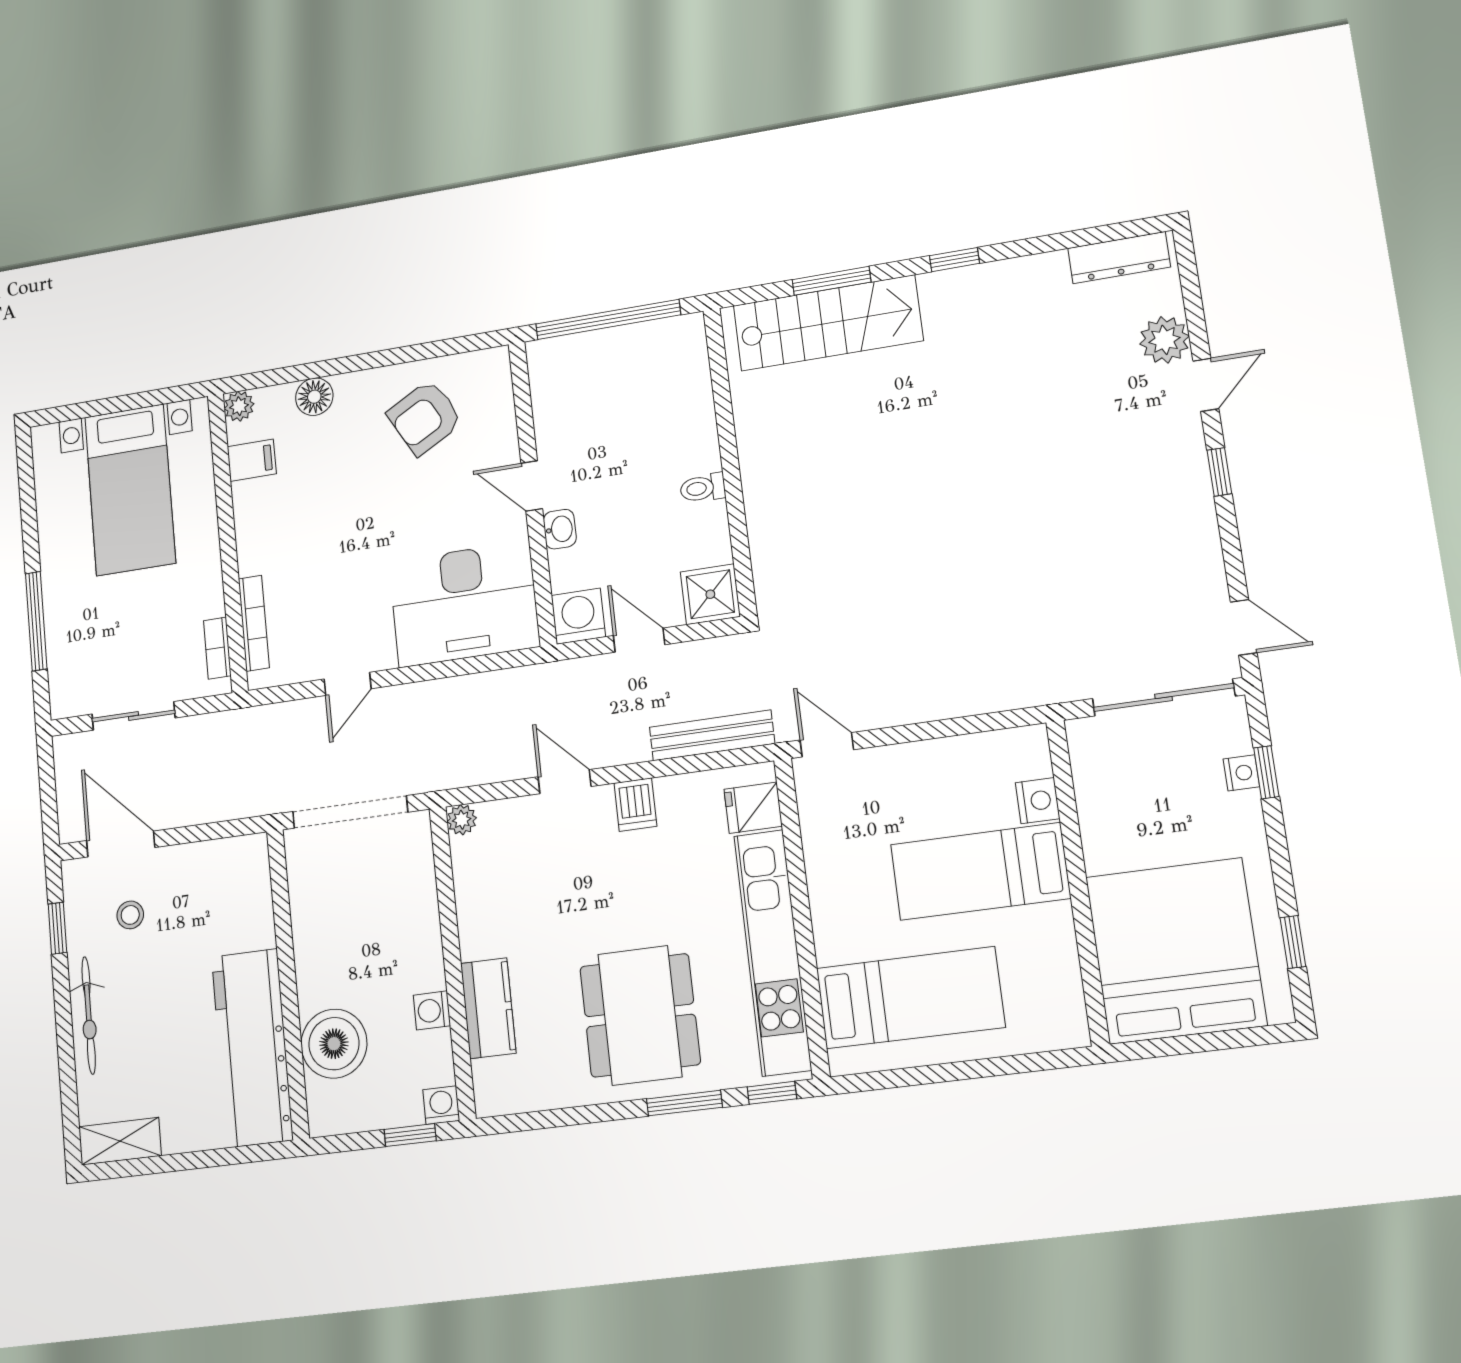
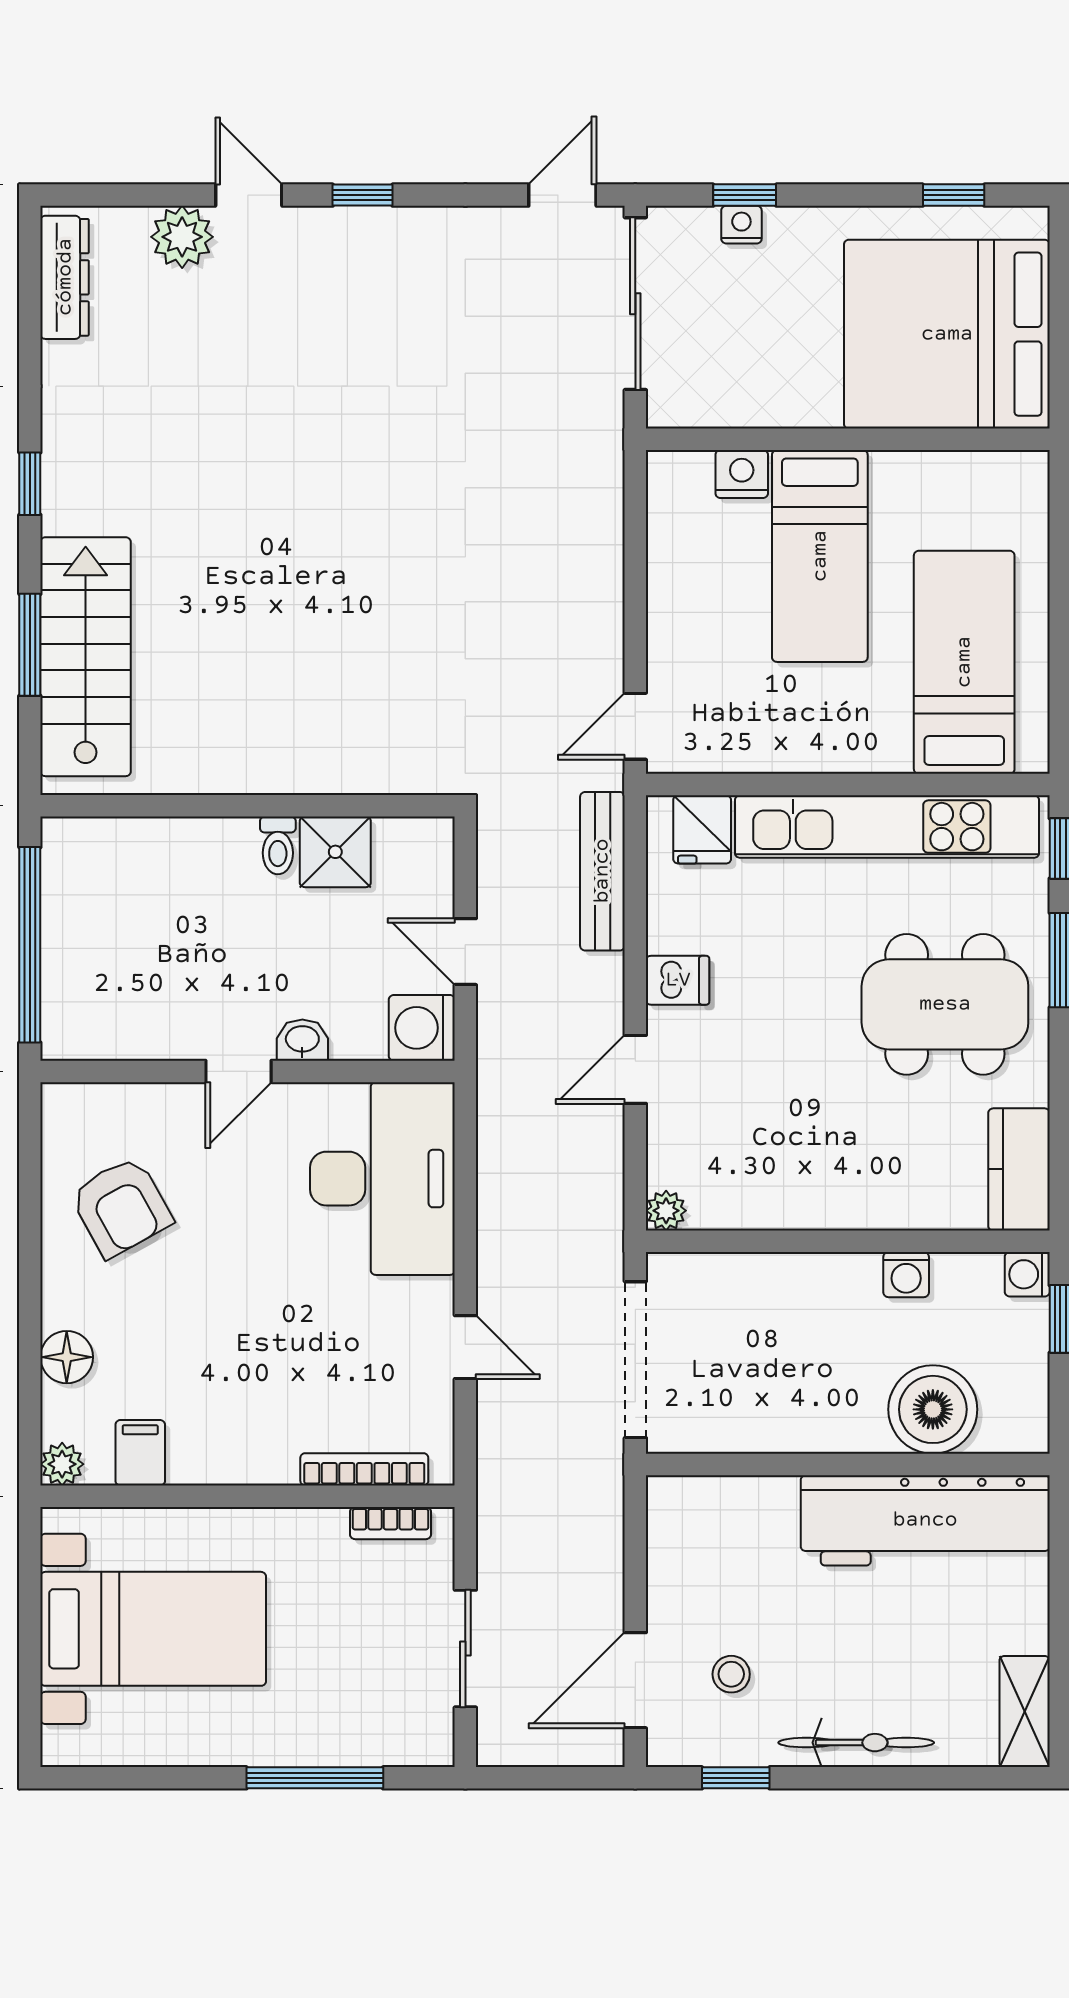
shower: (710, 594) -> (335, 852), moved
door: (639, 640) -> (465, 952), hinge flipped
kitchen counter: (488, 1008) -> (1019, 1169), moved, turned -90

